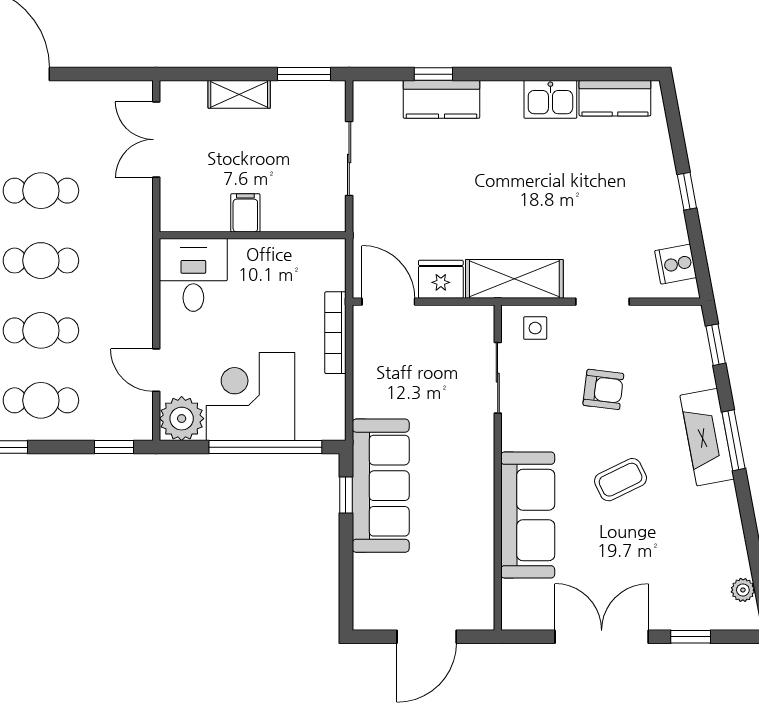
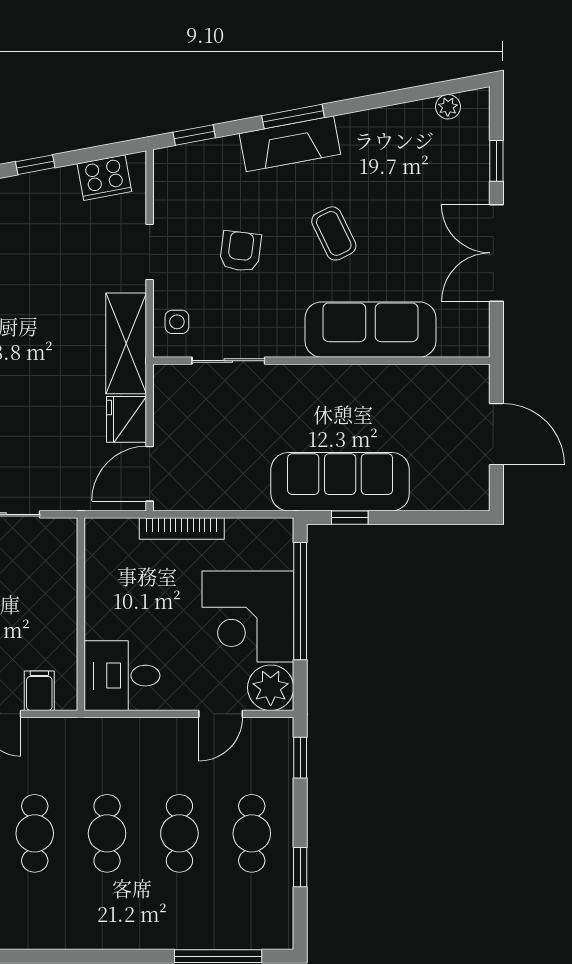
filing cabinet: (245, 213) -> (39, 691), moved, turned 90
cooker: (676, 264) -> (104, 178), width x1.36

